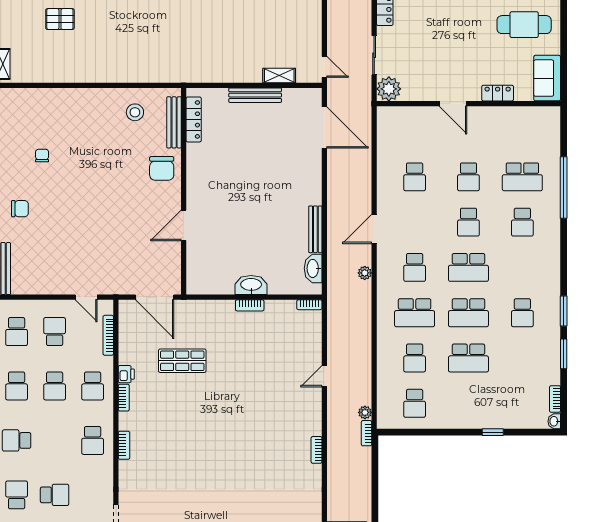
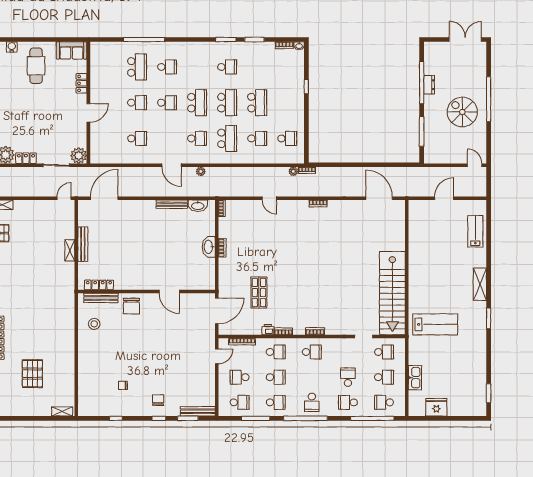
pallet: (60, 19) -> (32, 374), width x1.50, depth x1.42
shelving: (279, 76) -> (70, 250), moved
chair: (162, 168) -> (131, 306), turned 90

